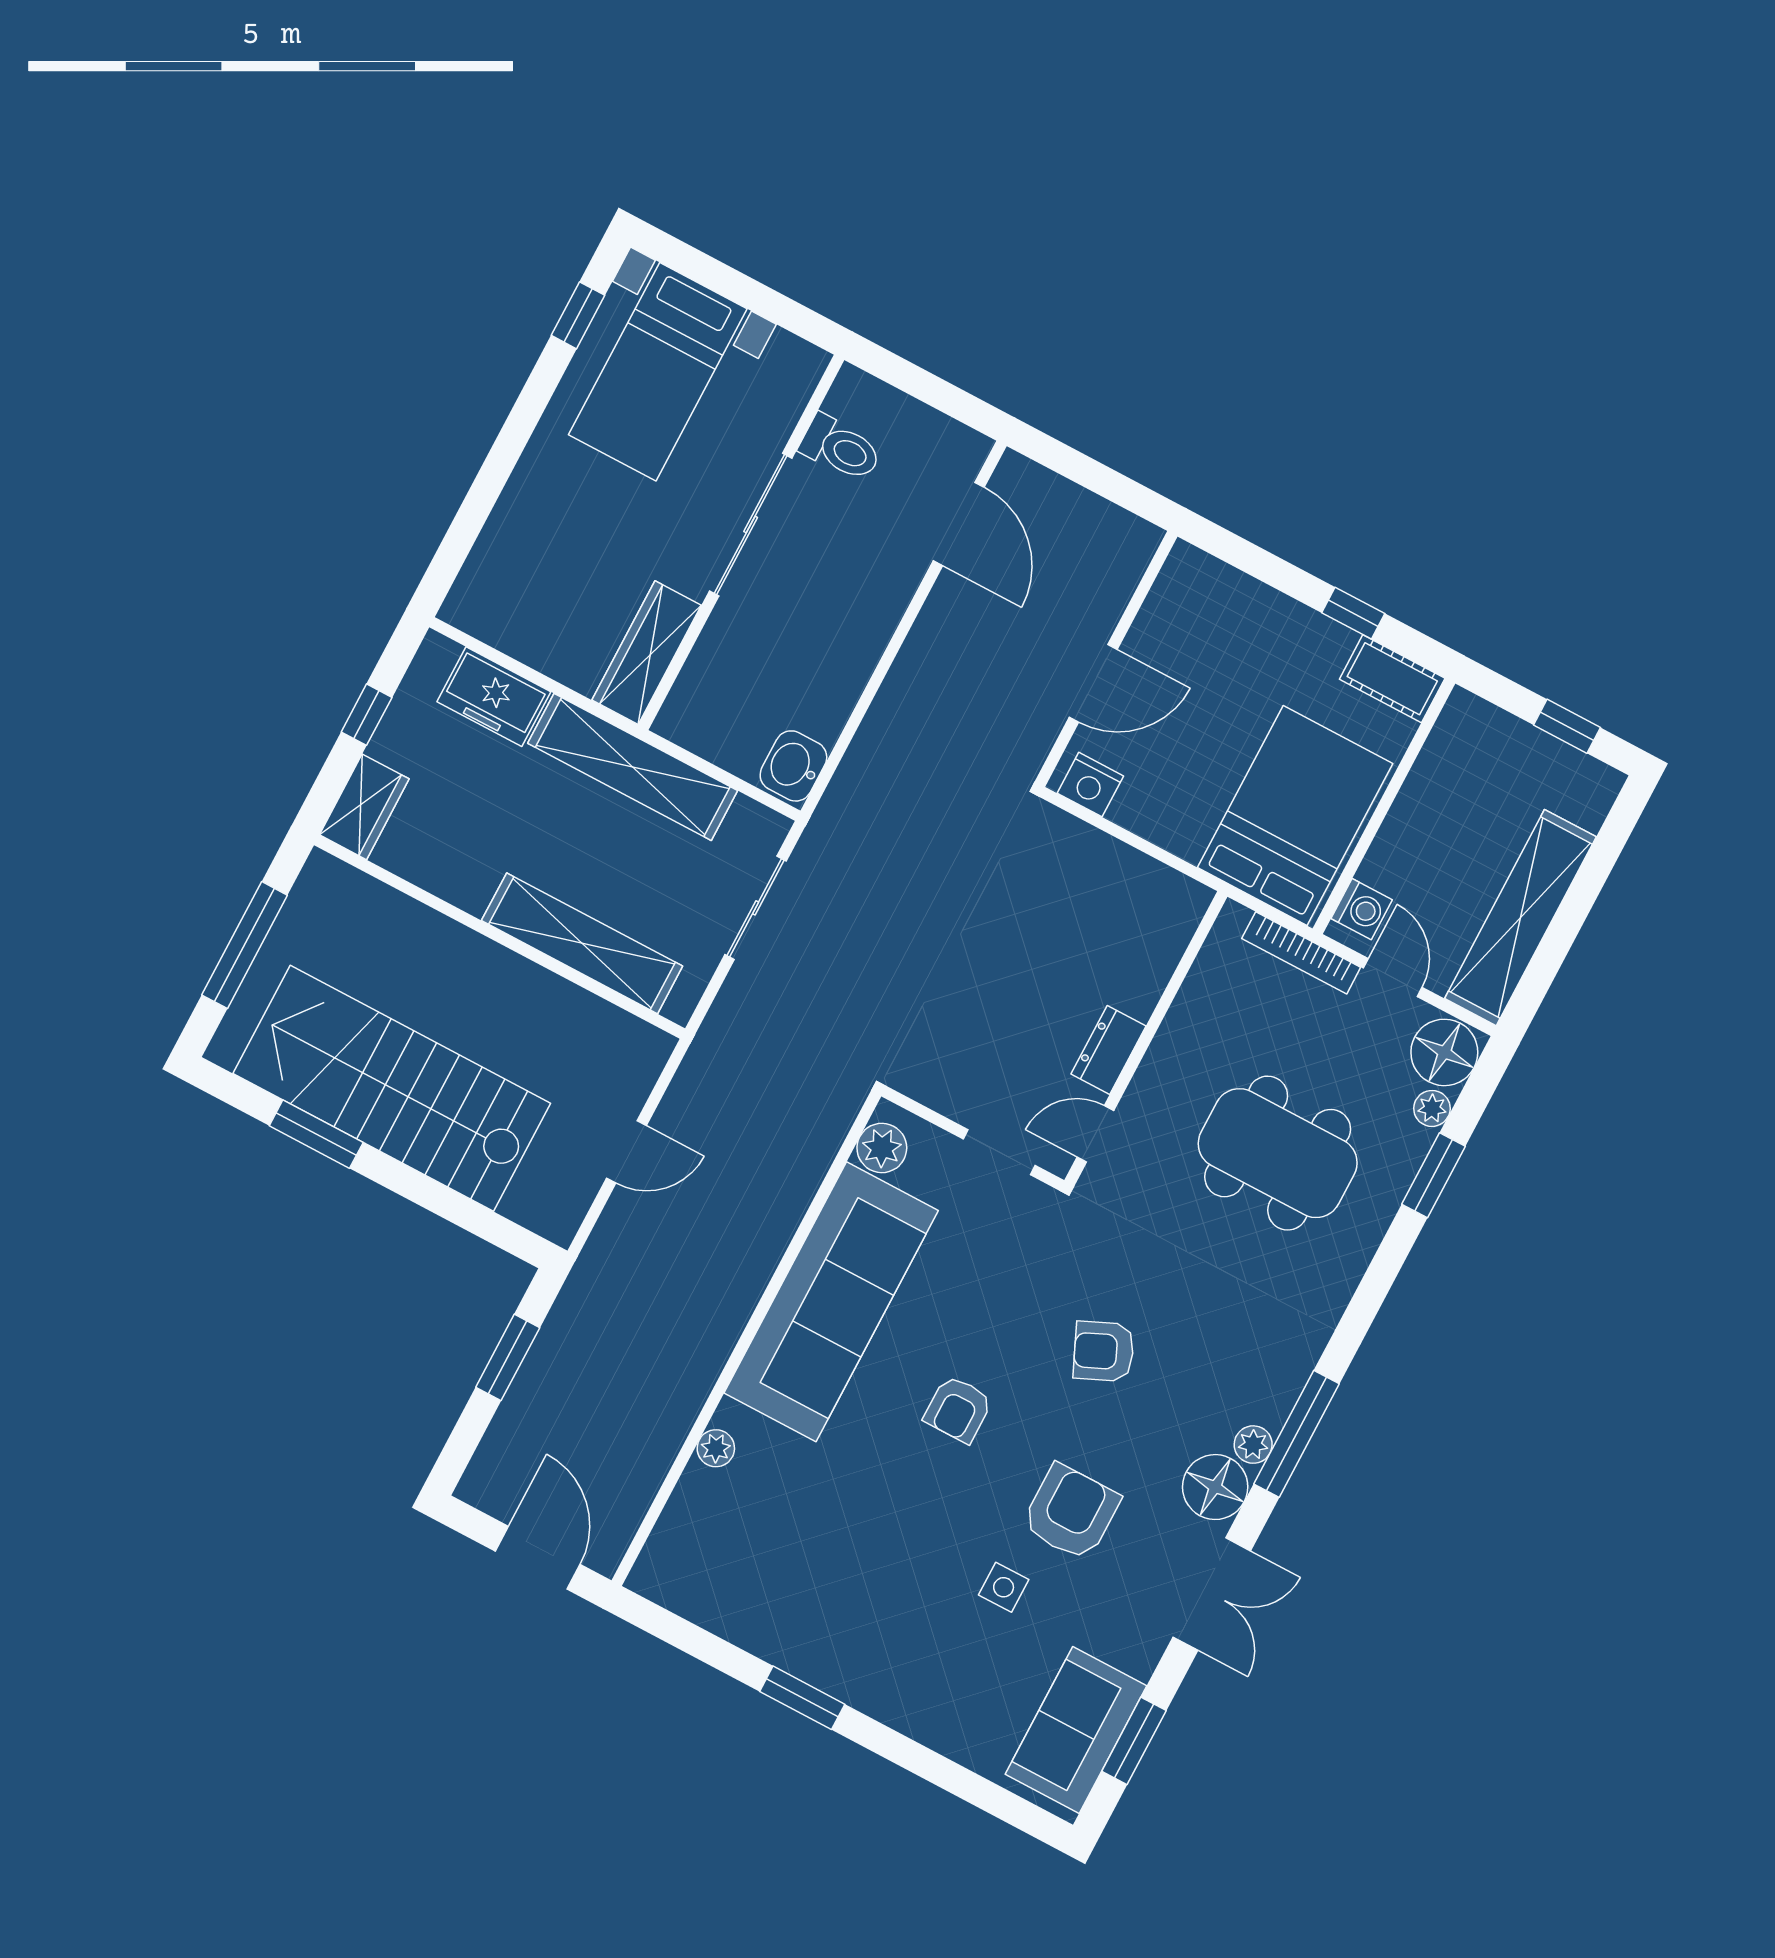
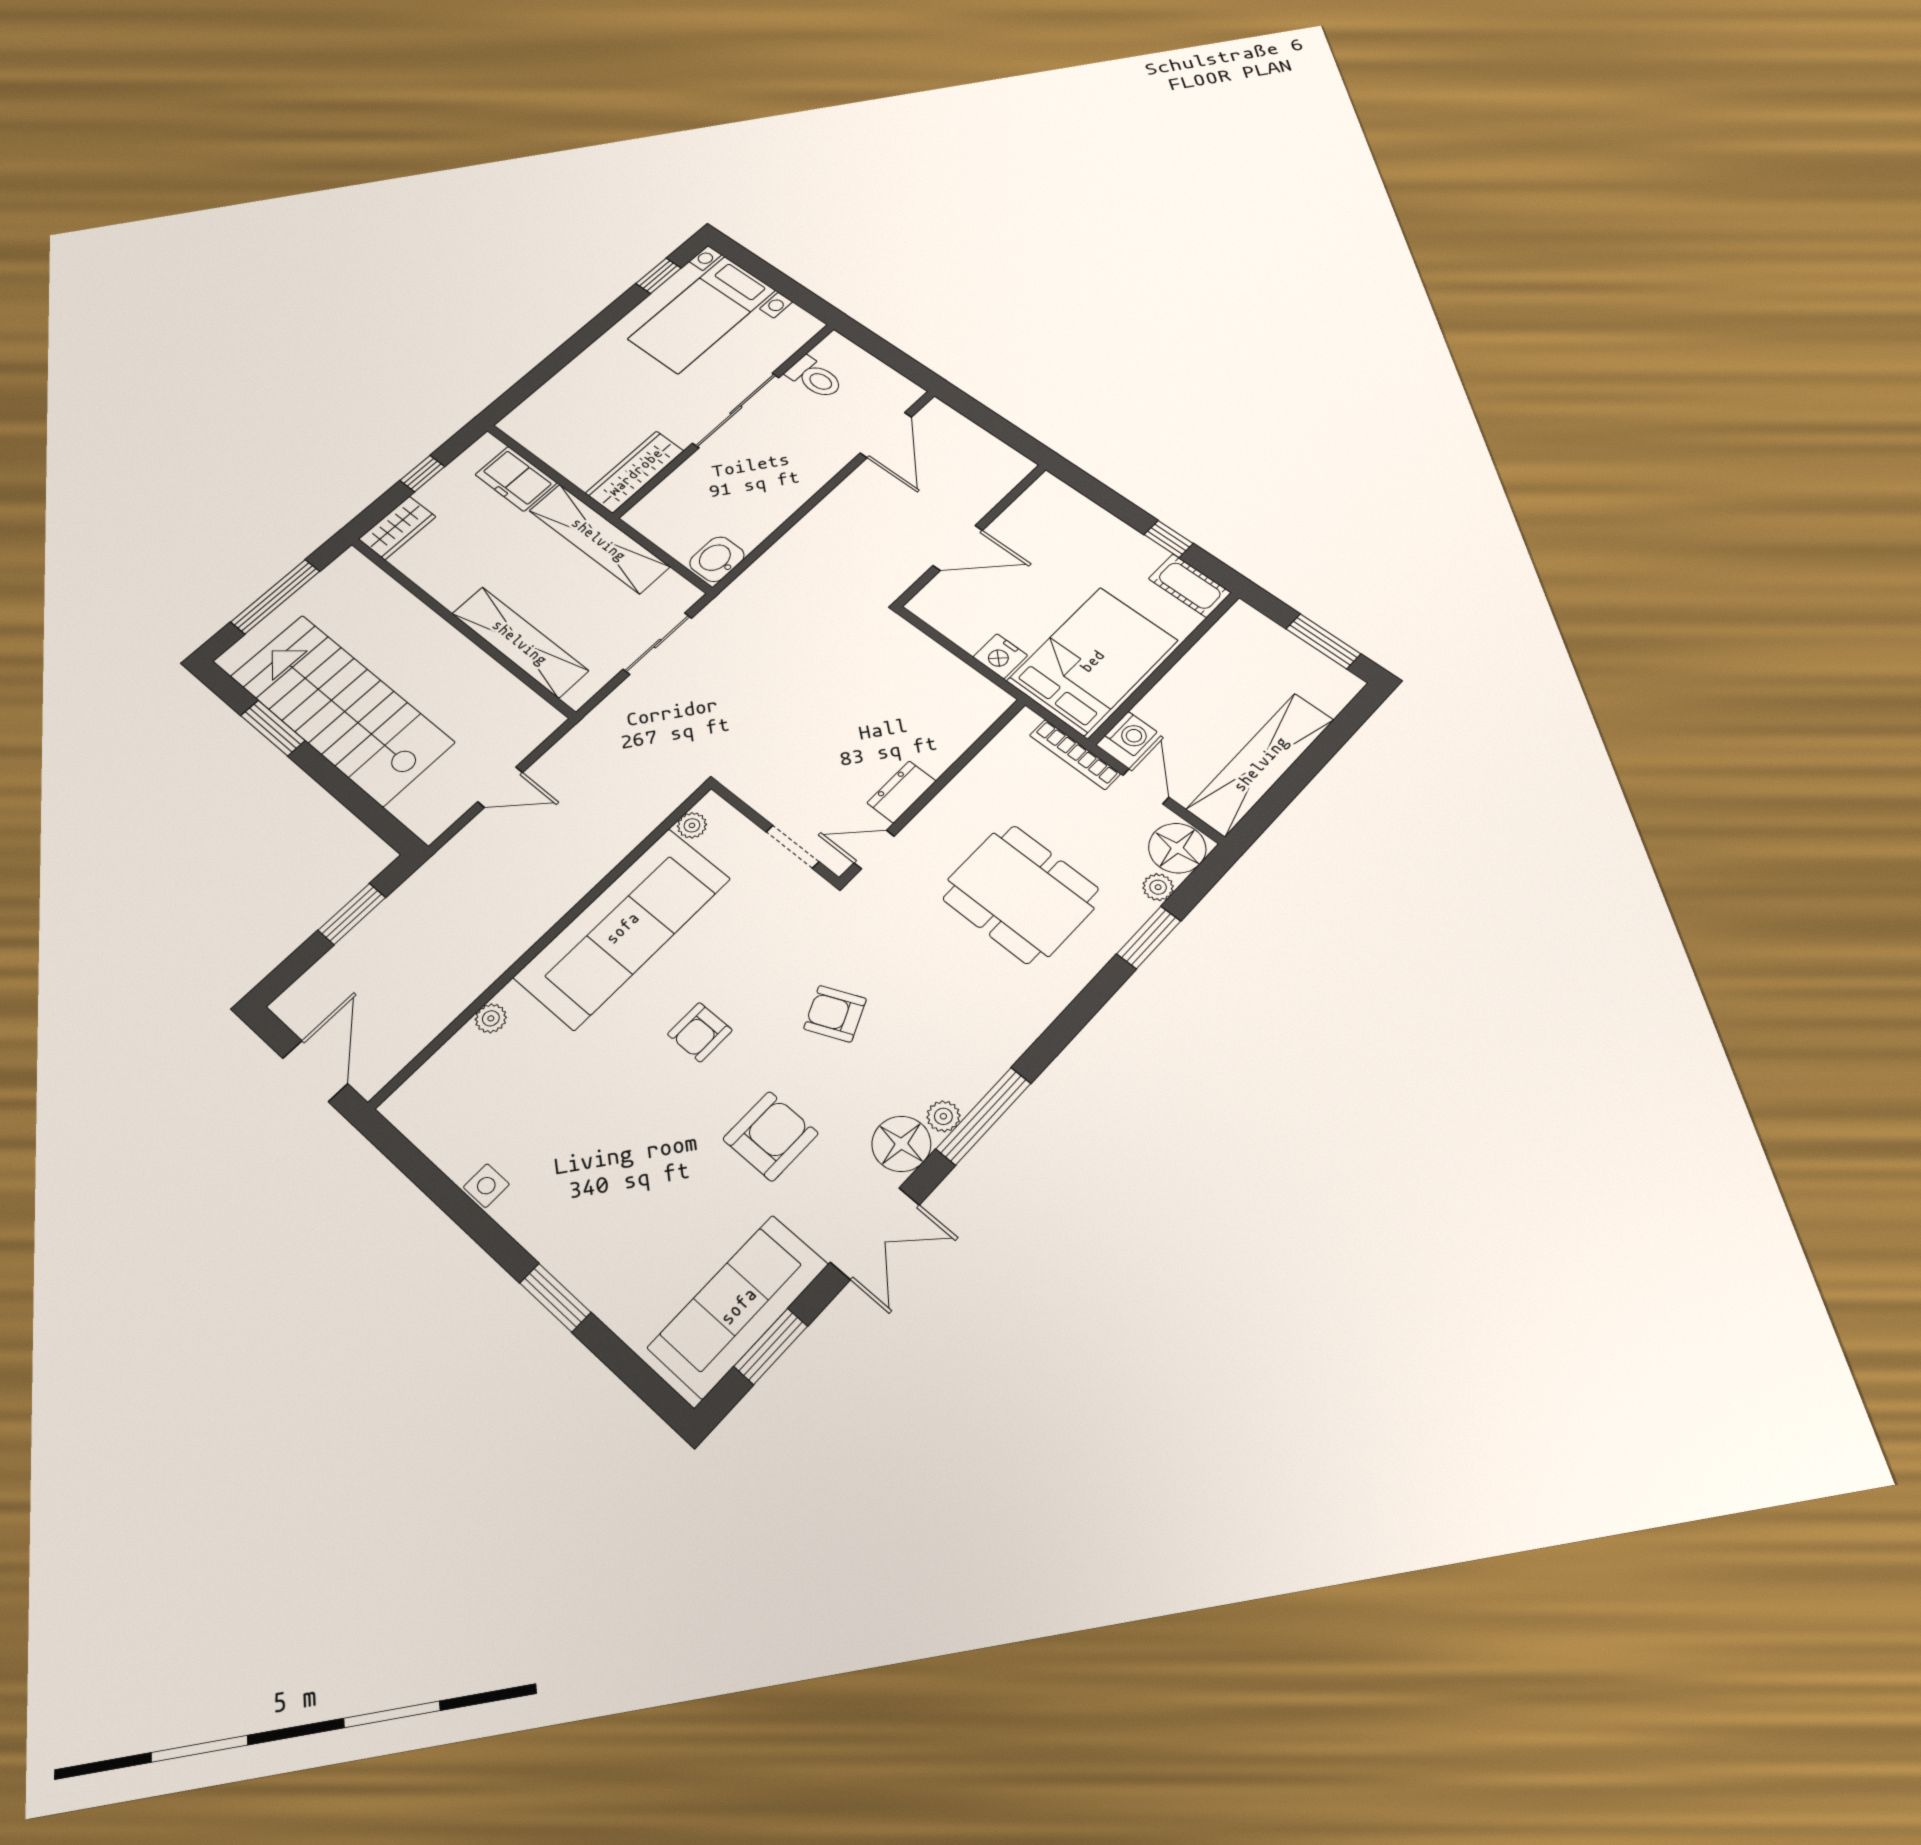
window: (1567, 726) -> (1323, 641), width x1.50
nightstand: (1090, 785) -> (1000, 656), moved
plant: (882, 1148) -> (692, 825), width x0.73, depth x0.73
side table: (1004, 1587) -> (486, 1186), moved
window: (802, 1698) -> (555, 1298), moved
sofa: (1076, 1730) -> (738, 1306), width x1.36

